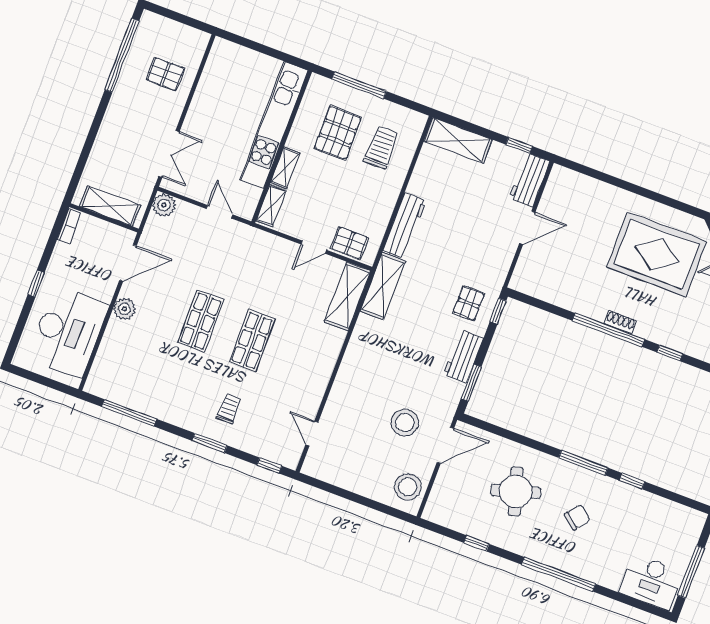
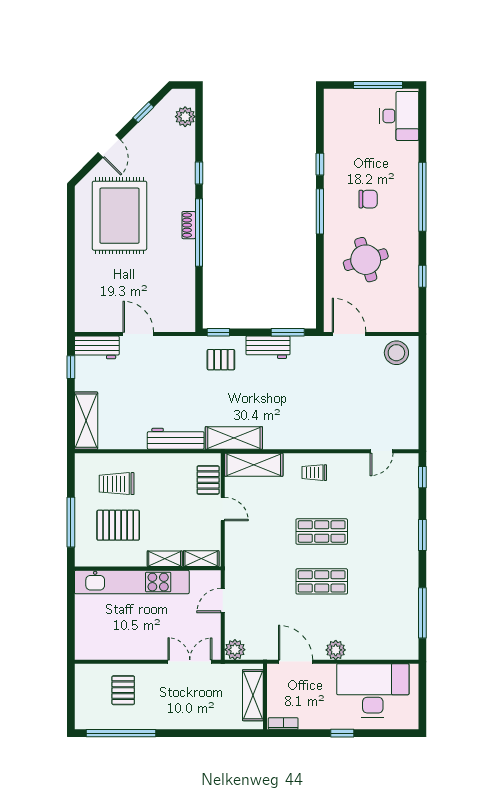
trolley: (229, 409) -> (314, 473), moved
stool: (405, 423) -> (343, 376), removed
chair: (577, 517) -> (368, 199), turned 141

